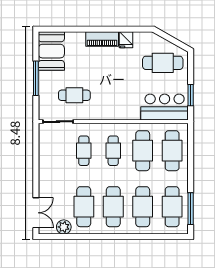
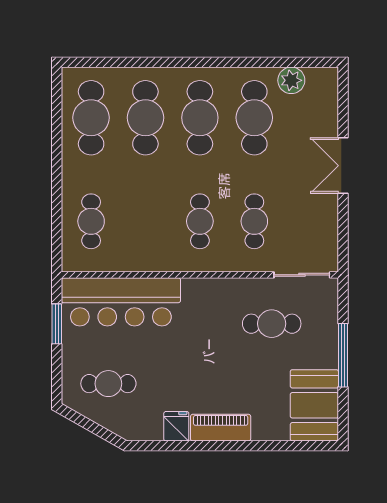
cafe table: (163, 63) -> (108, 384), width x0.73, depth x0.74
bar counter: (165, 107) -> (121, 302), width x1.36
cafe table: (143, 151) -> (145, 221), removed
cafe table: (172, 151) -> (91, 221), width x0.73, depth x0.74
window: (191, 209) -> (57, 114), removed
double door: (36, 213) -> (343, 166), moved

